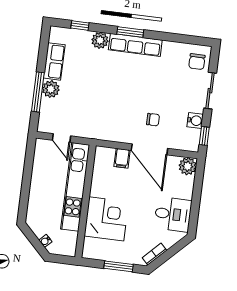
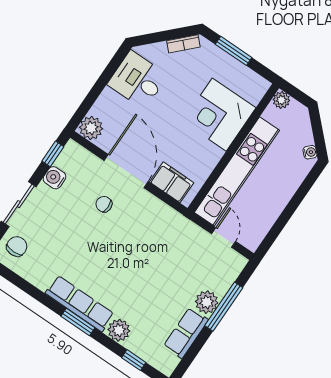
filing cabinet: (122, 158) -> (172, 182), width x2.00
water cooler: (45, 241) -> (310, 152), moved
plant: (70, 250) -> (281, 100), added

